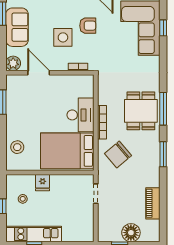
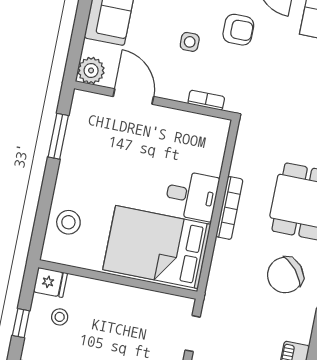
side table: (63, 37) -> (190, 42), width x0.54, depth x0.54
desk: (80, 115) -> (192, 196), width x0.73
chair: (118, 154) -> (285, 275), moved
fridge: (43, 183) -> (50, 282), moved, turned -90

